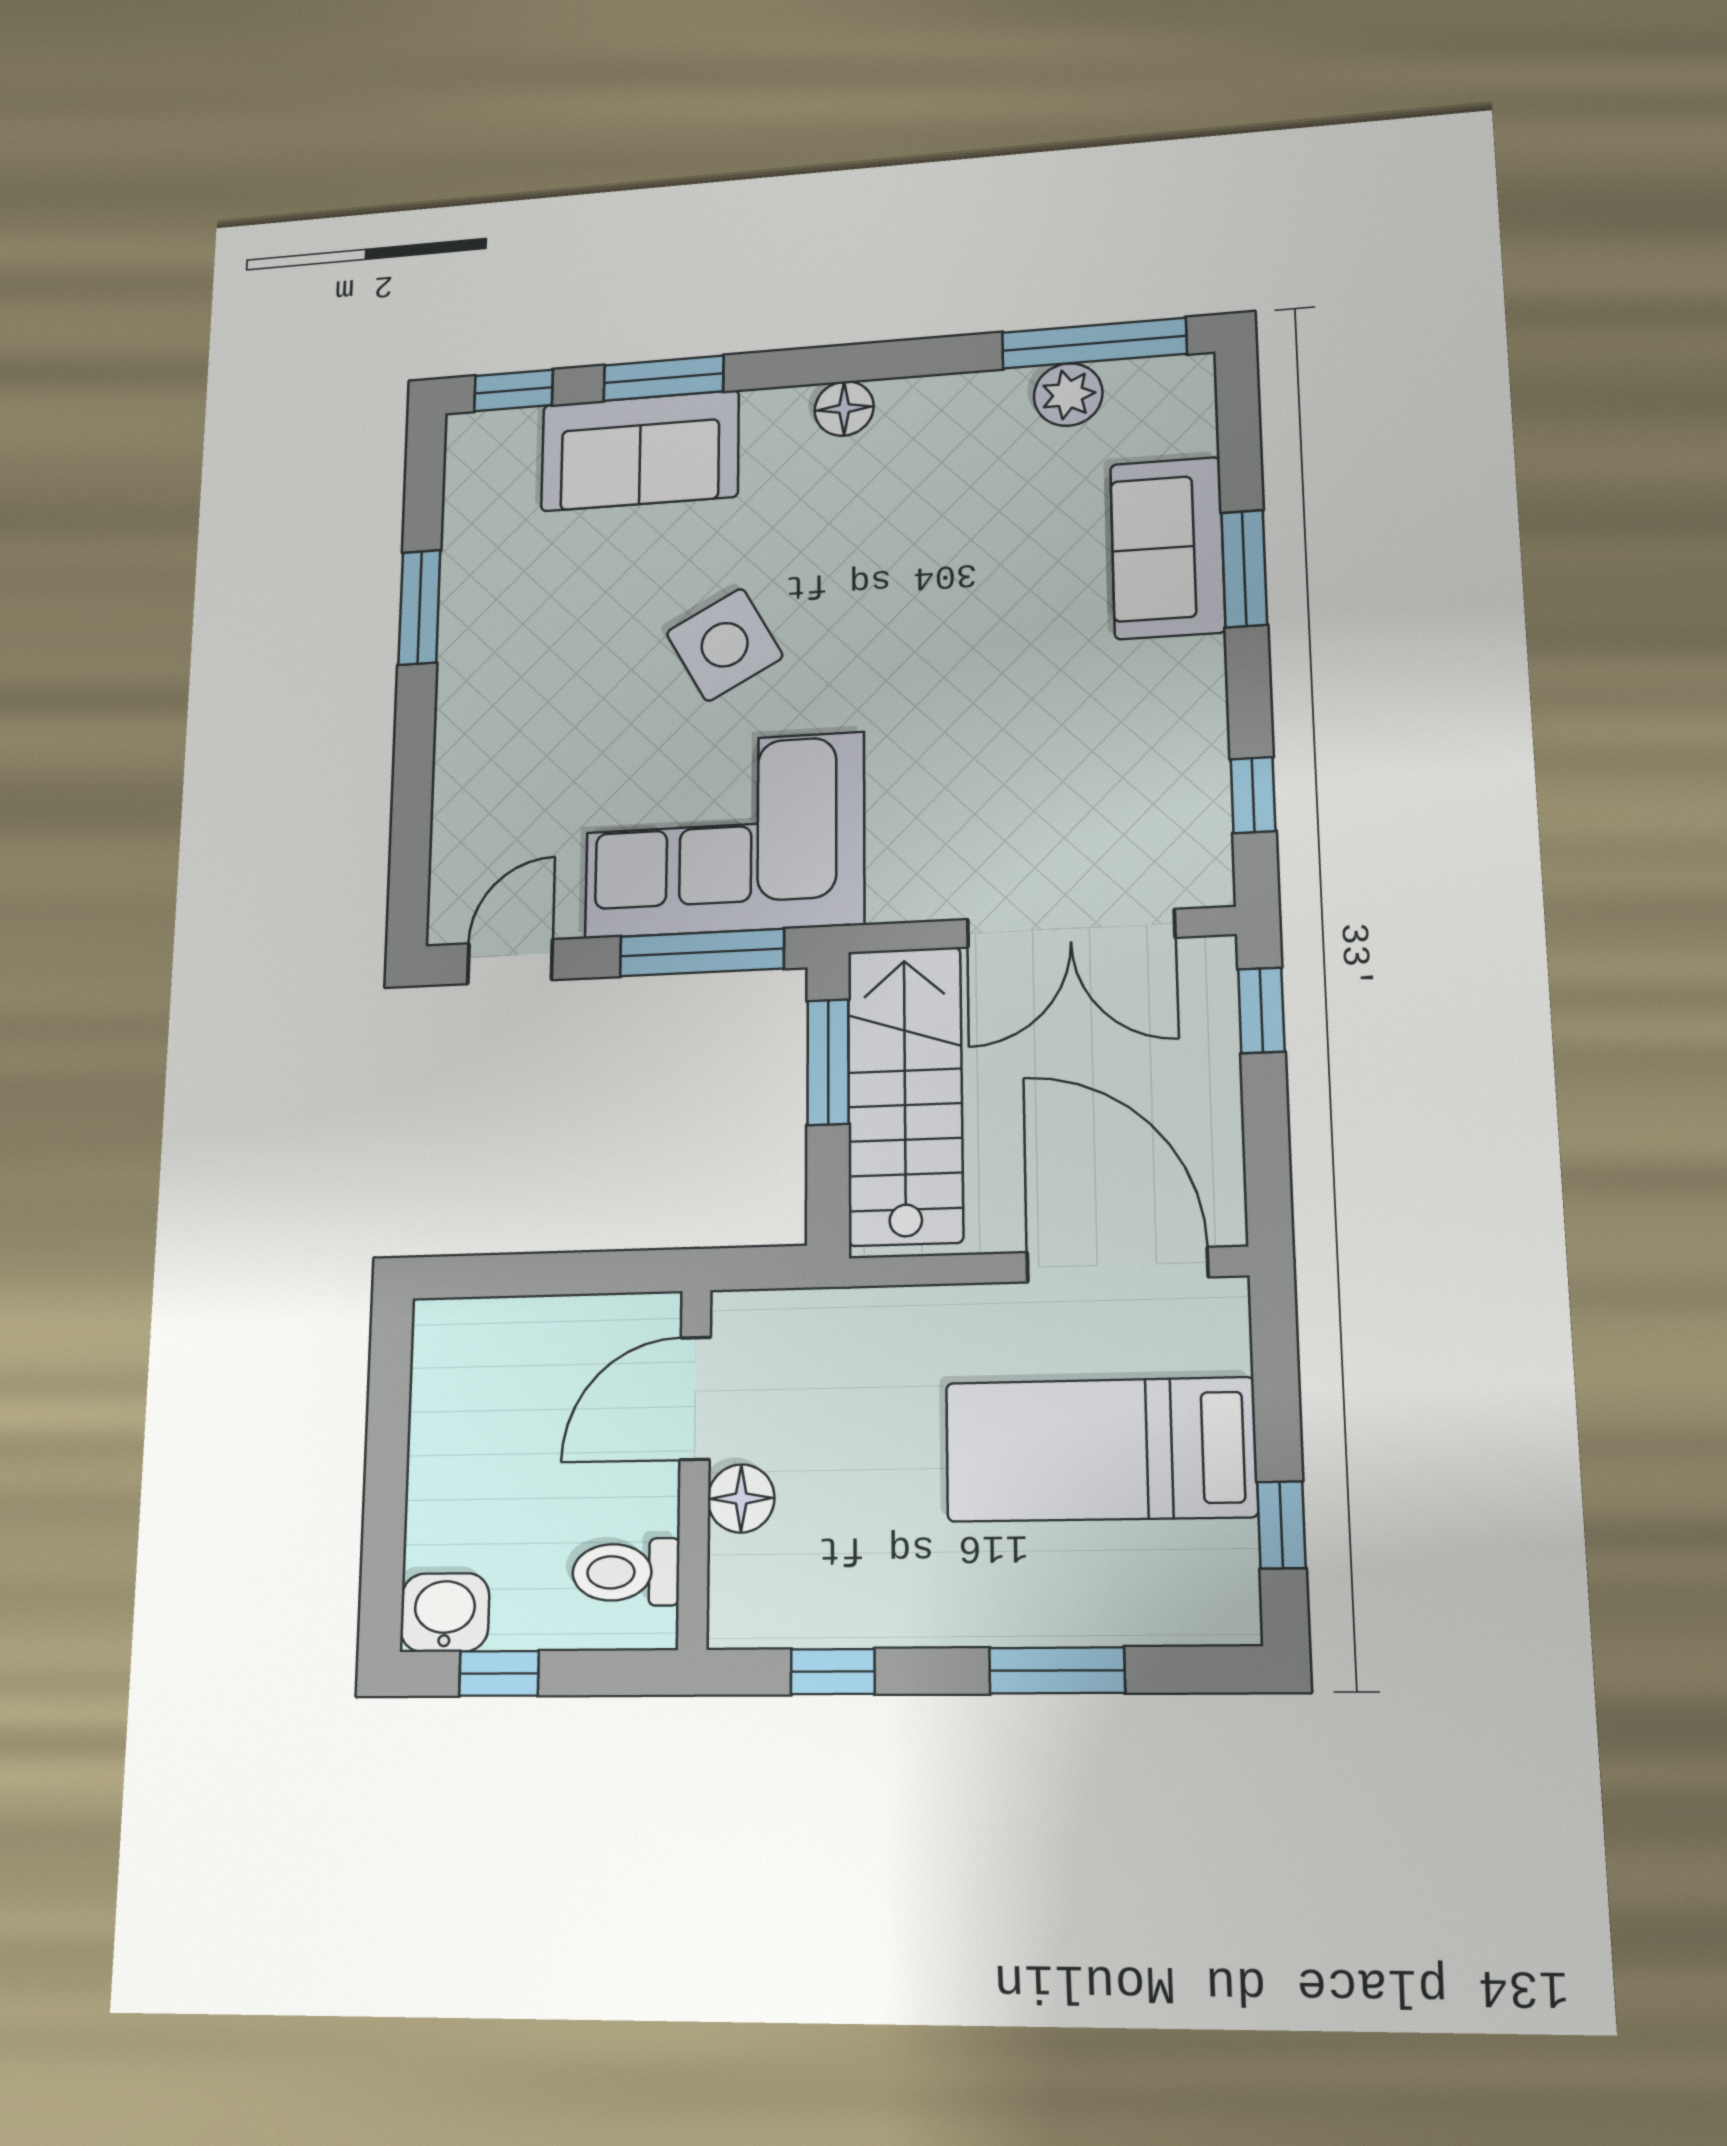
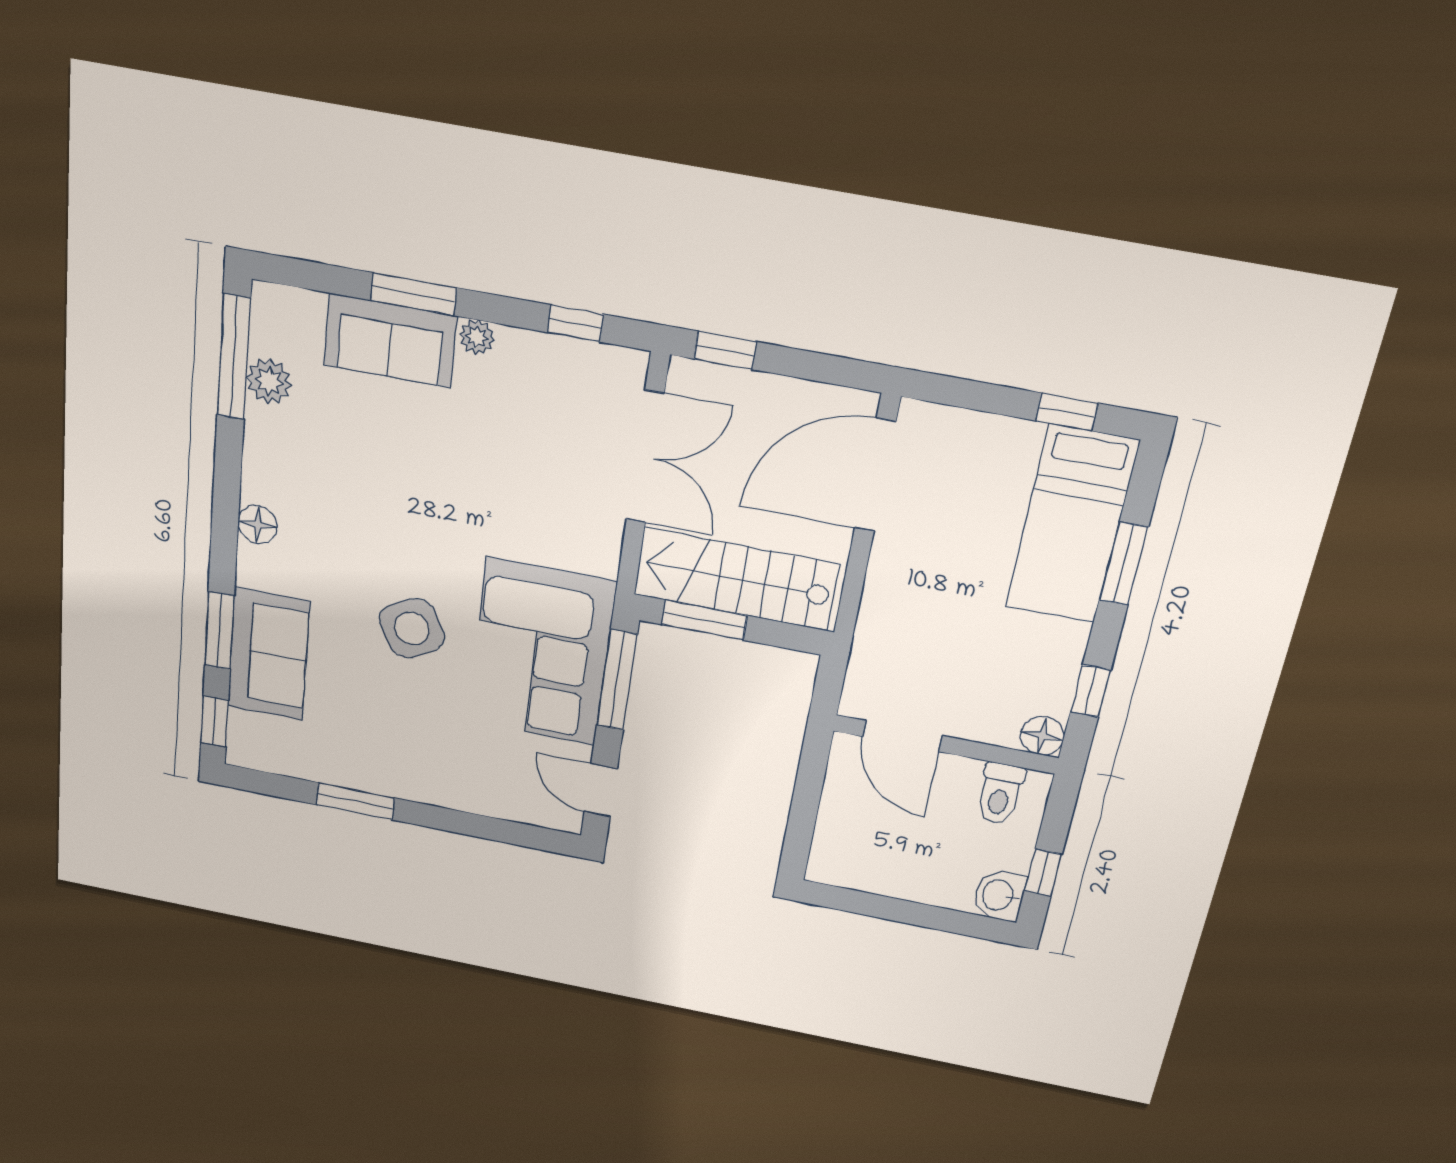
plant: (1200, 664) -> (477, 337), added
bed: (1100, 1449) -> (1072, 525), moved
floor lamp: (741, 1498) -> (1042, 736), moved

